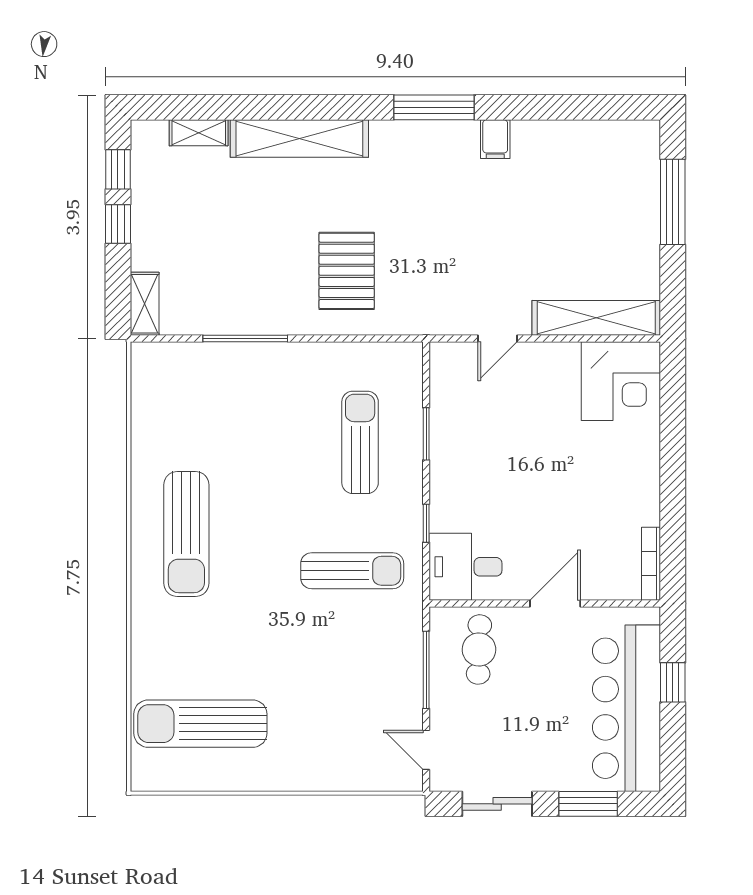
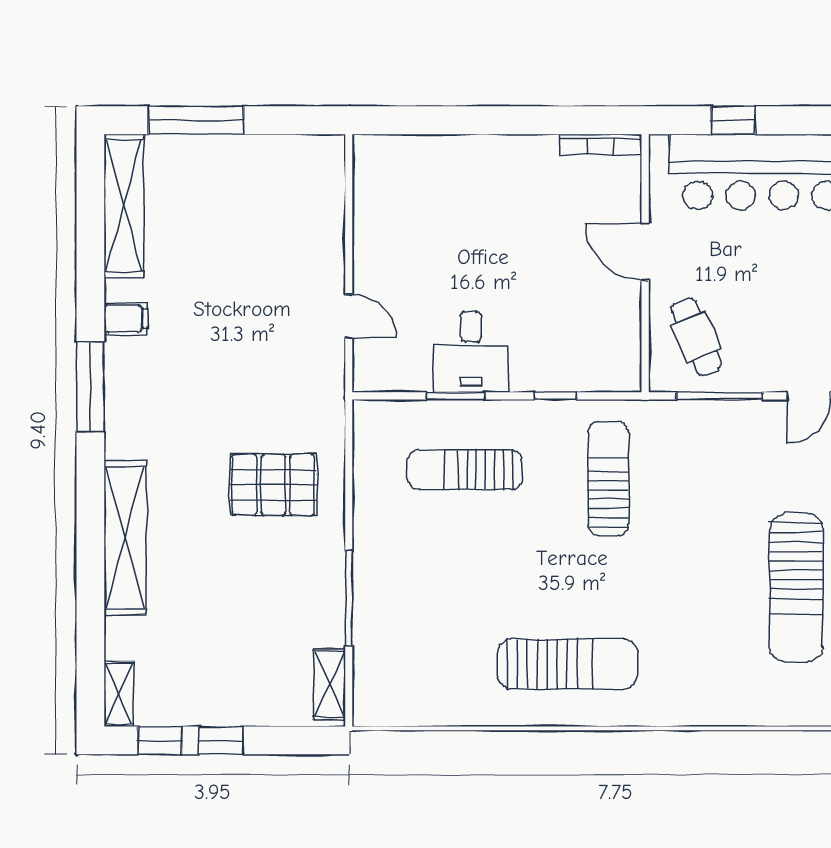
shelving: (199, 133) -> (119, 694), moved
shelving: (145, 304) -> (329, 684), moved, turned 90
shelving: (596, 318) -> (124, 206), moved
corner desk: (621, 381) -> (396, 178), removed
desk: (466, 567) -> (471, 352), moved
cafe table: (479, 649) -> (696, 337), turned 65
sun lounger: (200, 724) -> (796, 588), moved

